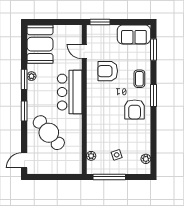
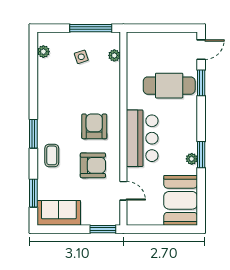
armchair: (135, 109) -> (94, 126), moved
window: (24, 111) -> (201, 83), moved
cafe table: (49, 133) -> (169, 86), turned -50

